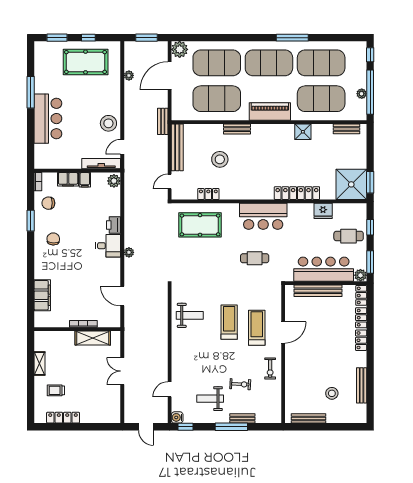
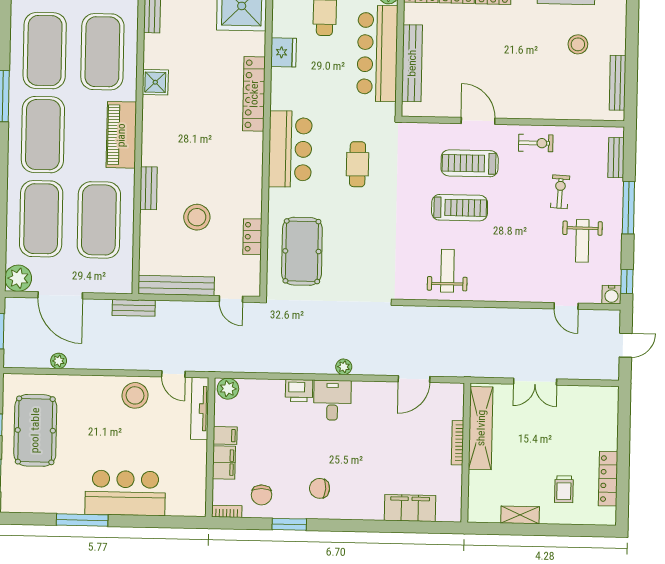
treadmill: (229, 322) -> (460, 208), turned 180
shelving: (93, 338) -> (481, 428), width x1.47
bench: (242, 418) -> (616, 158), moved

